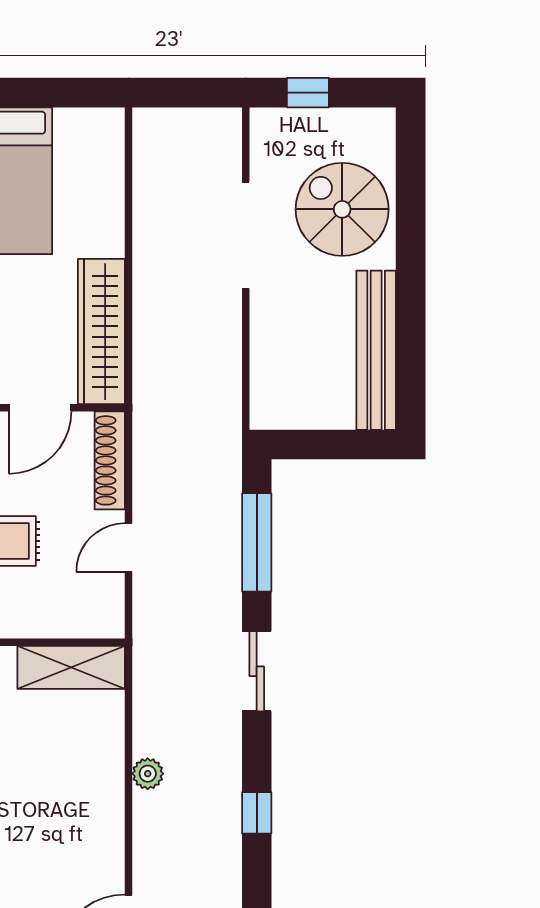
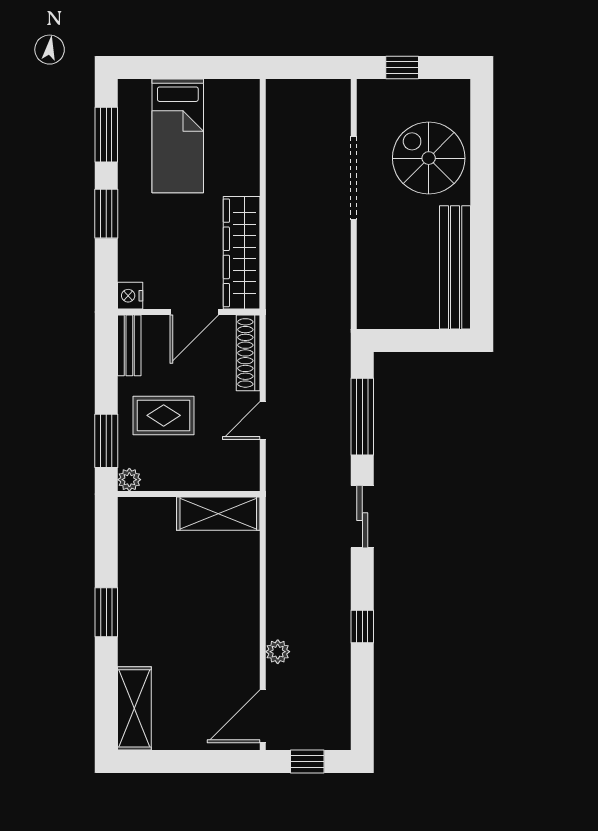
plant: (148, 774) -> (278, 652), moved

